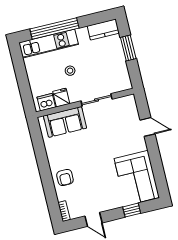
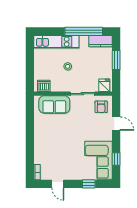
window: (54, 29) -> (84, 31), moved
fridge: (61, 98) -> (104, 85), moved
window: (158, 171) -> (116, 159), added
armchair: (65, 178) -> (101, 107), moved

